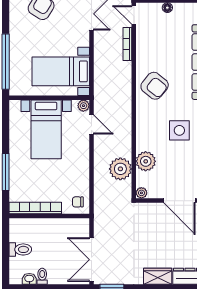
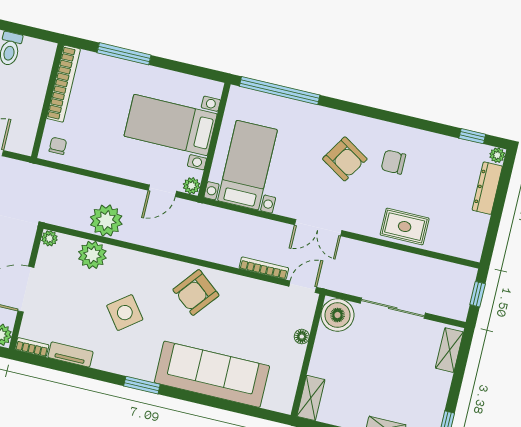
side table: (179, 130) -> (125, 313), turned -37
plant: (120, 169) -> (106, 221), moved

